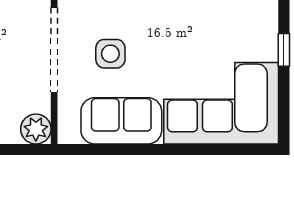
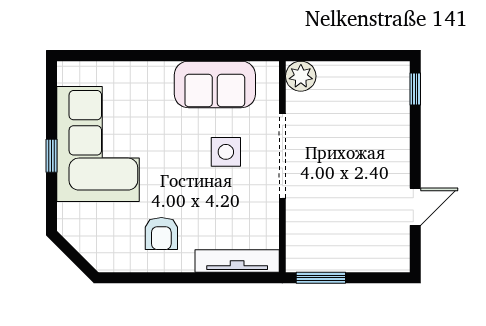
corner sofa: (221, 103) -> (98, 144), moved, turned -90

